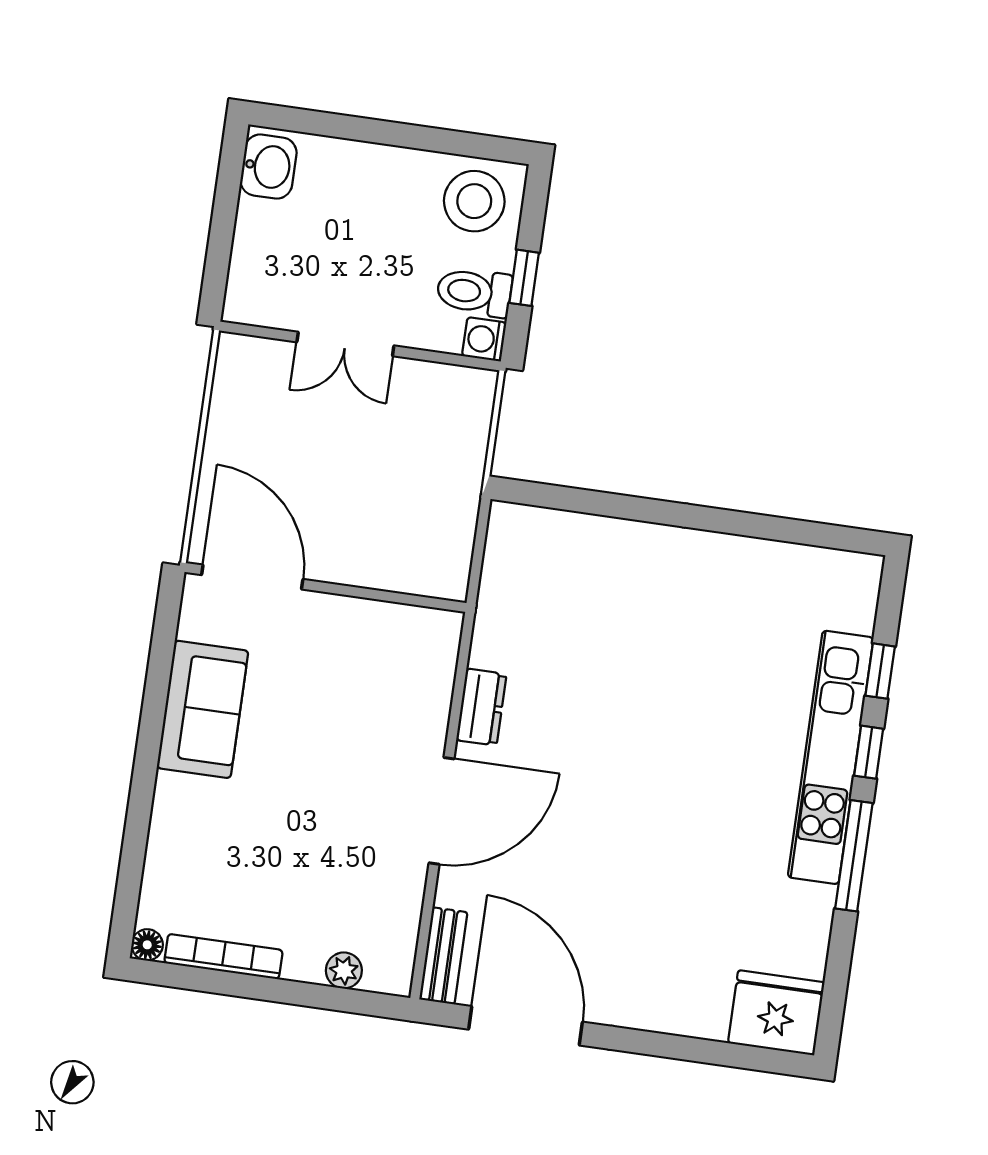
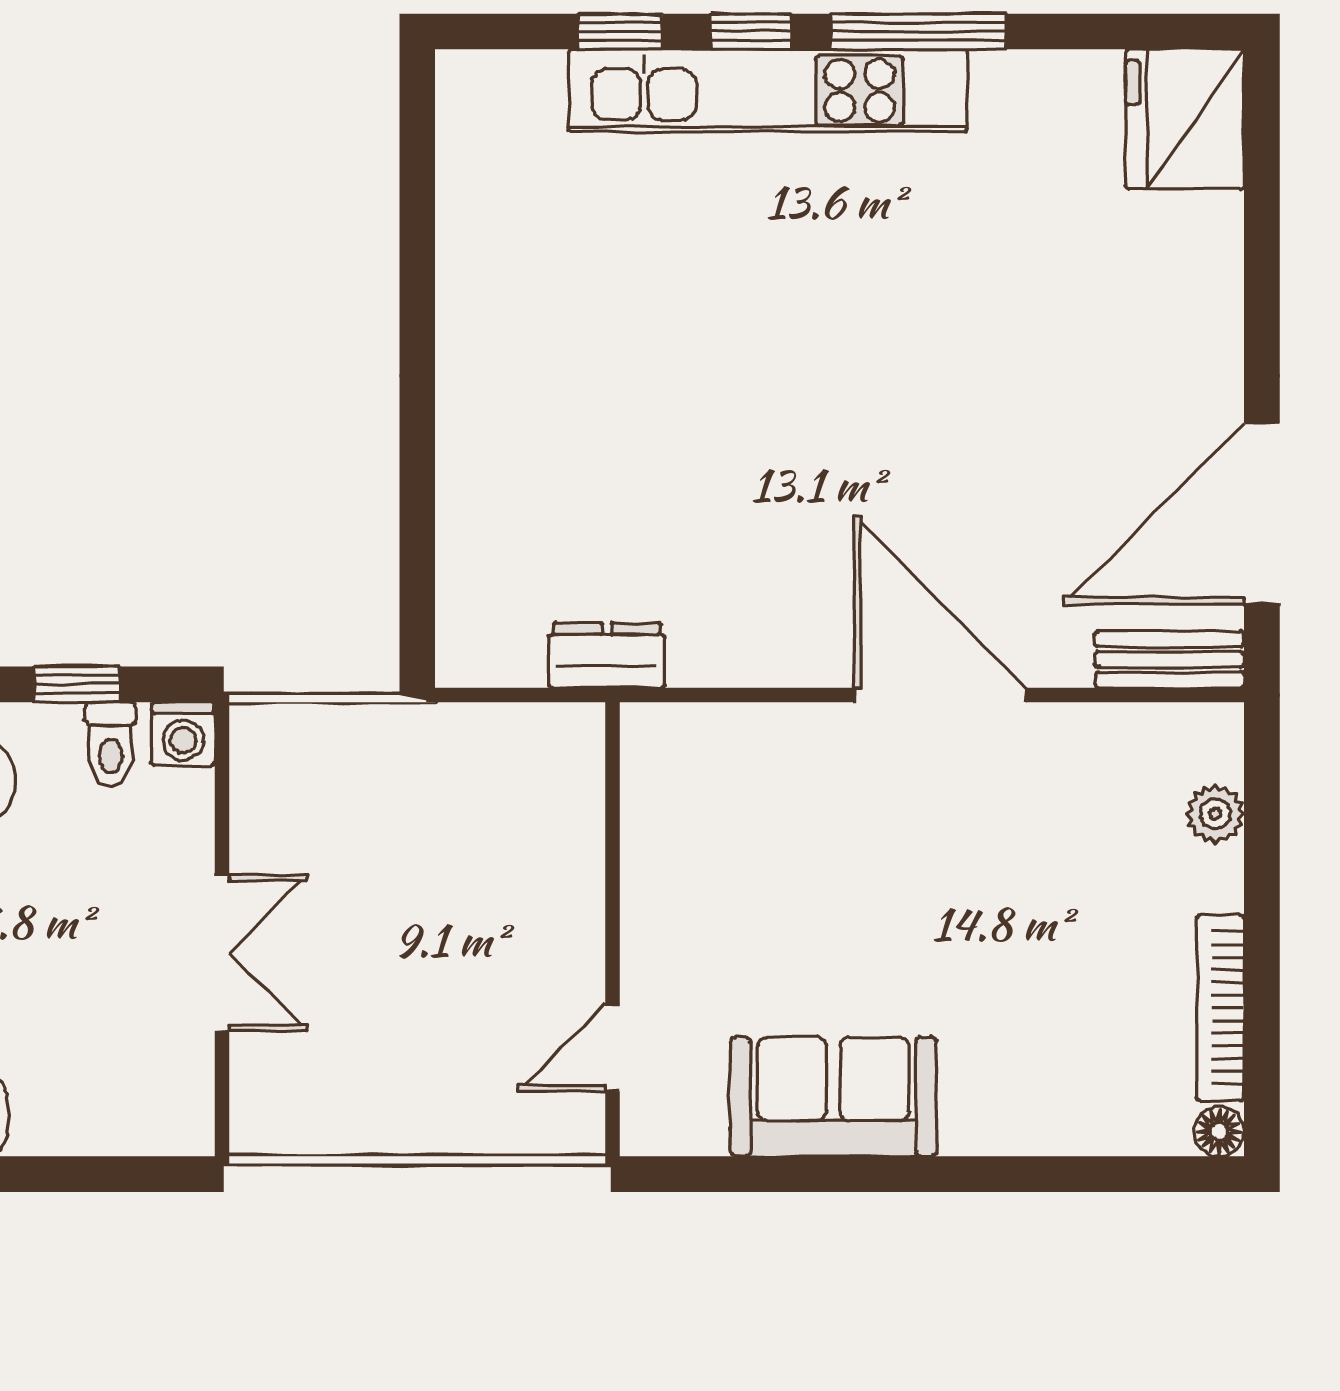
toilet: (474, 292) -> (111, 744), width x0.73, depth x0.72
door: (252, 577) -> (612, 1048), width x0.53
dresser: (481, 707) -> (607, 655), moved

